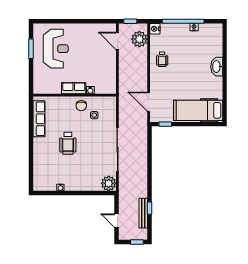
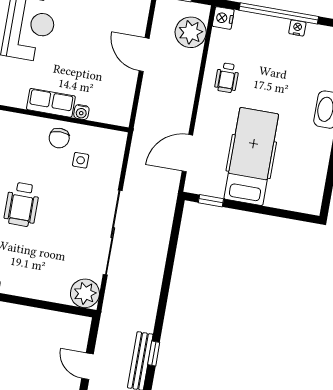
door: (117, 41) -> (144, 55), moved
door: (149, 102) -> (187, 153), hinge flipped
hospital bed: (198, 110) -> (251, 157), moved, turned 90

